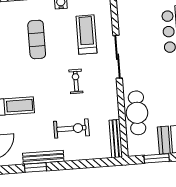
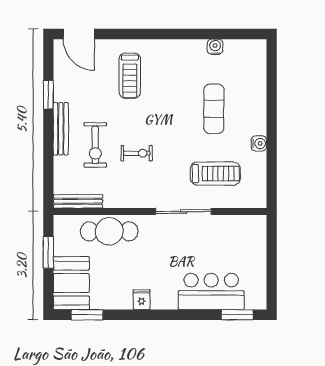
exercise mat: (37, 39) -> (214, 109), turned 90
exercise bike: (76, 81) -> (137, 153), moved
bench: (43, 157) -> (61, 129), moved

